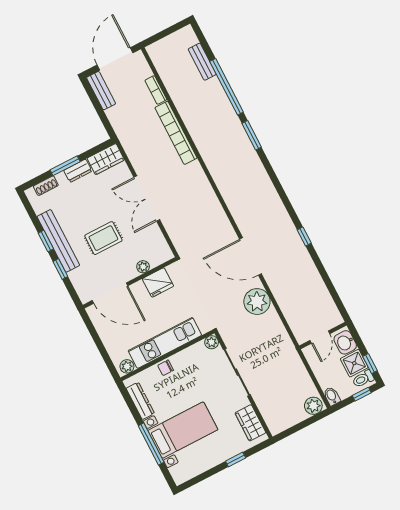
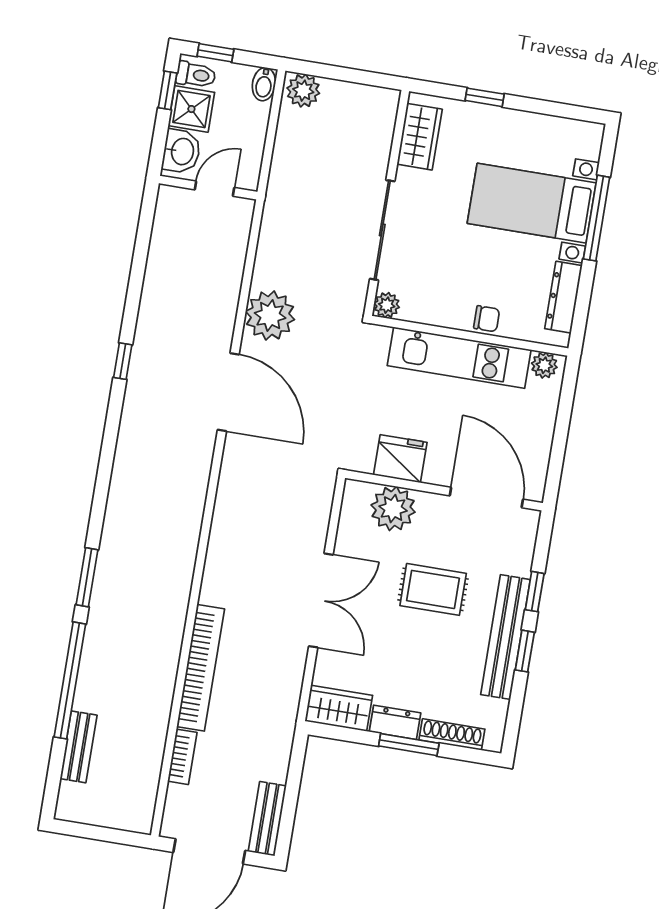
shoe rack: (46, 186) -> (452, 735), width x1.43
plant: (143, 267) -> (393, 509), width x1.88, depth x1.88

